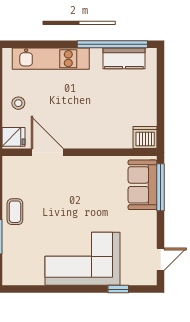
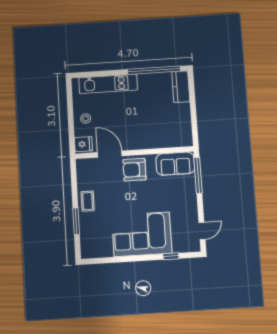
kitchen counter: (124, 58) -> (181, 87), moved, turned 90
dishwasher: (145, 138) -> (183, 138), removed
armchair: (78, 175) -> (134, 170), added
sofa: (143, 185) -> (175, 164), moved, turned -90

